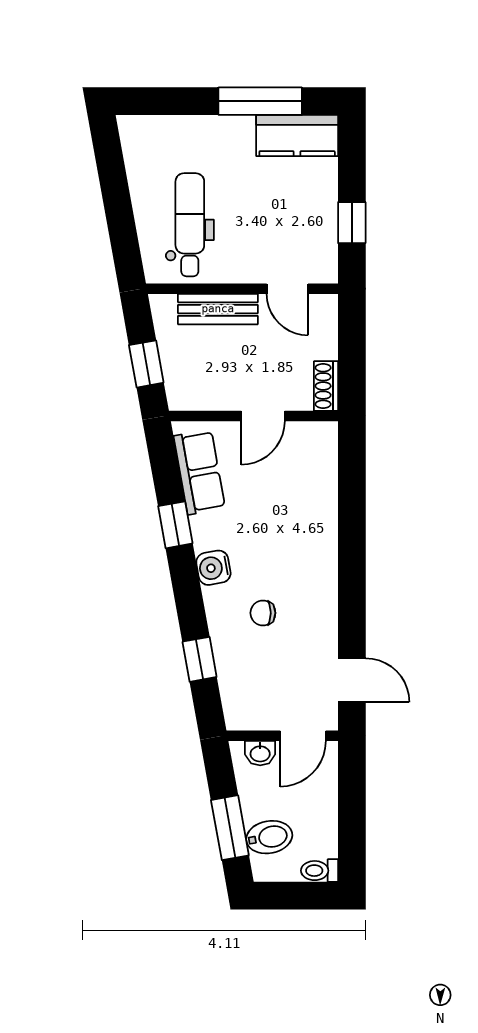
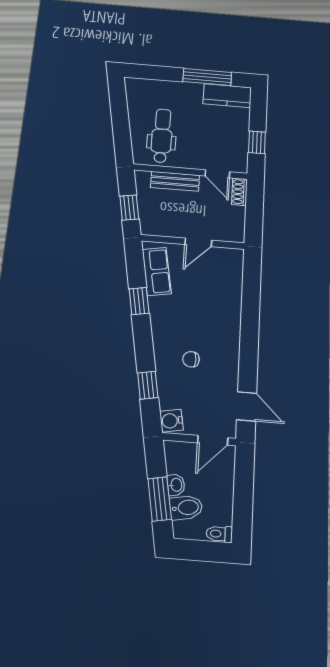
shoe rack: (326, 386) -> (240, 192), moved
water cooler: (213, 568) -> (171, 421), moved
washbasin: (260, 753) -> (176, 485), moved, turned -100

